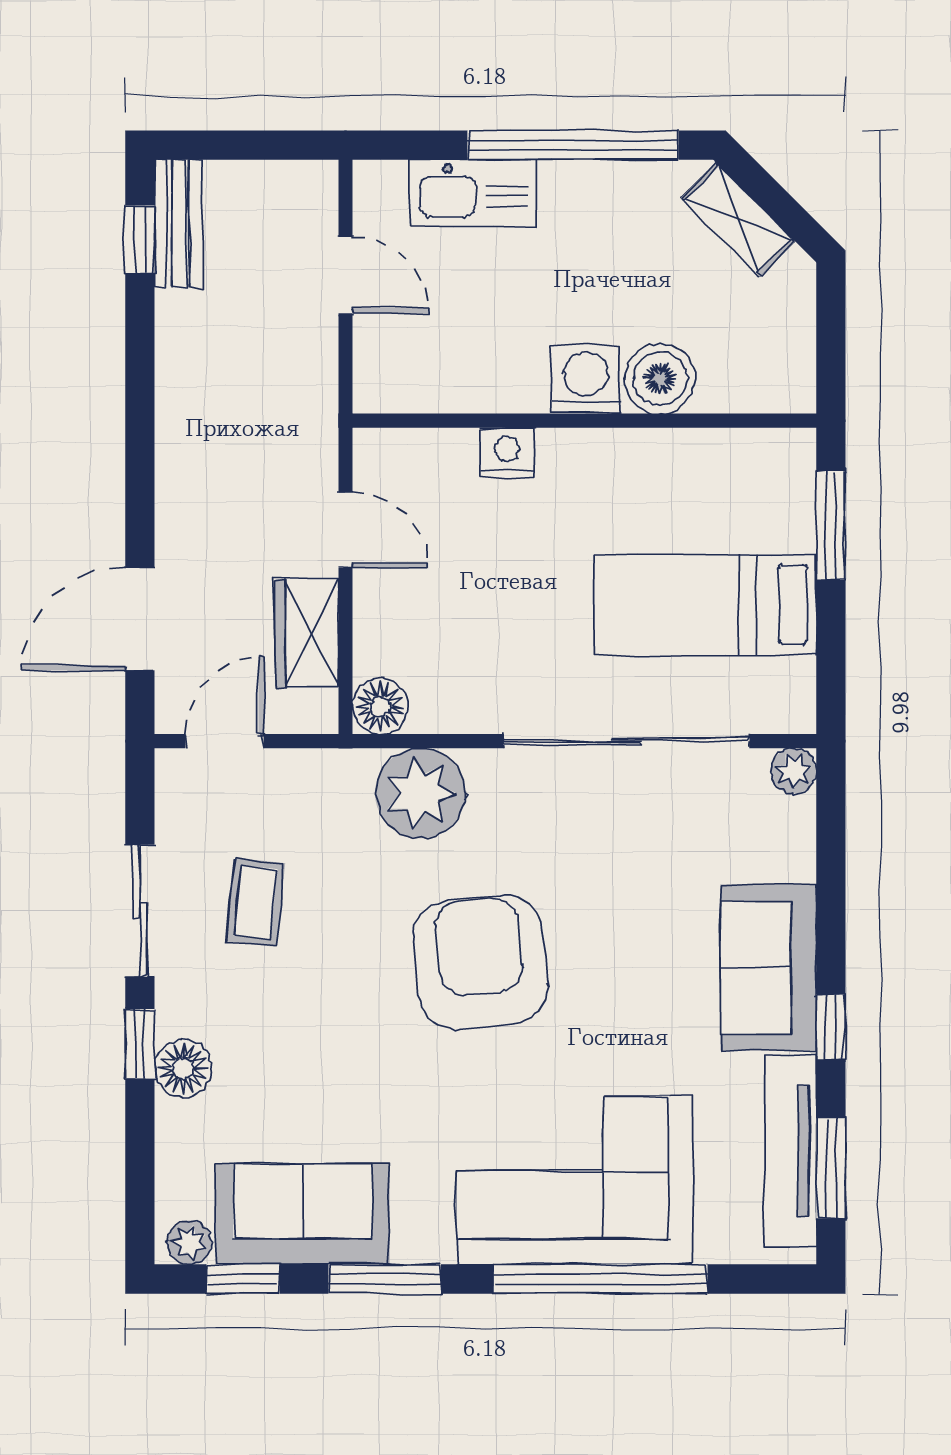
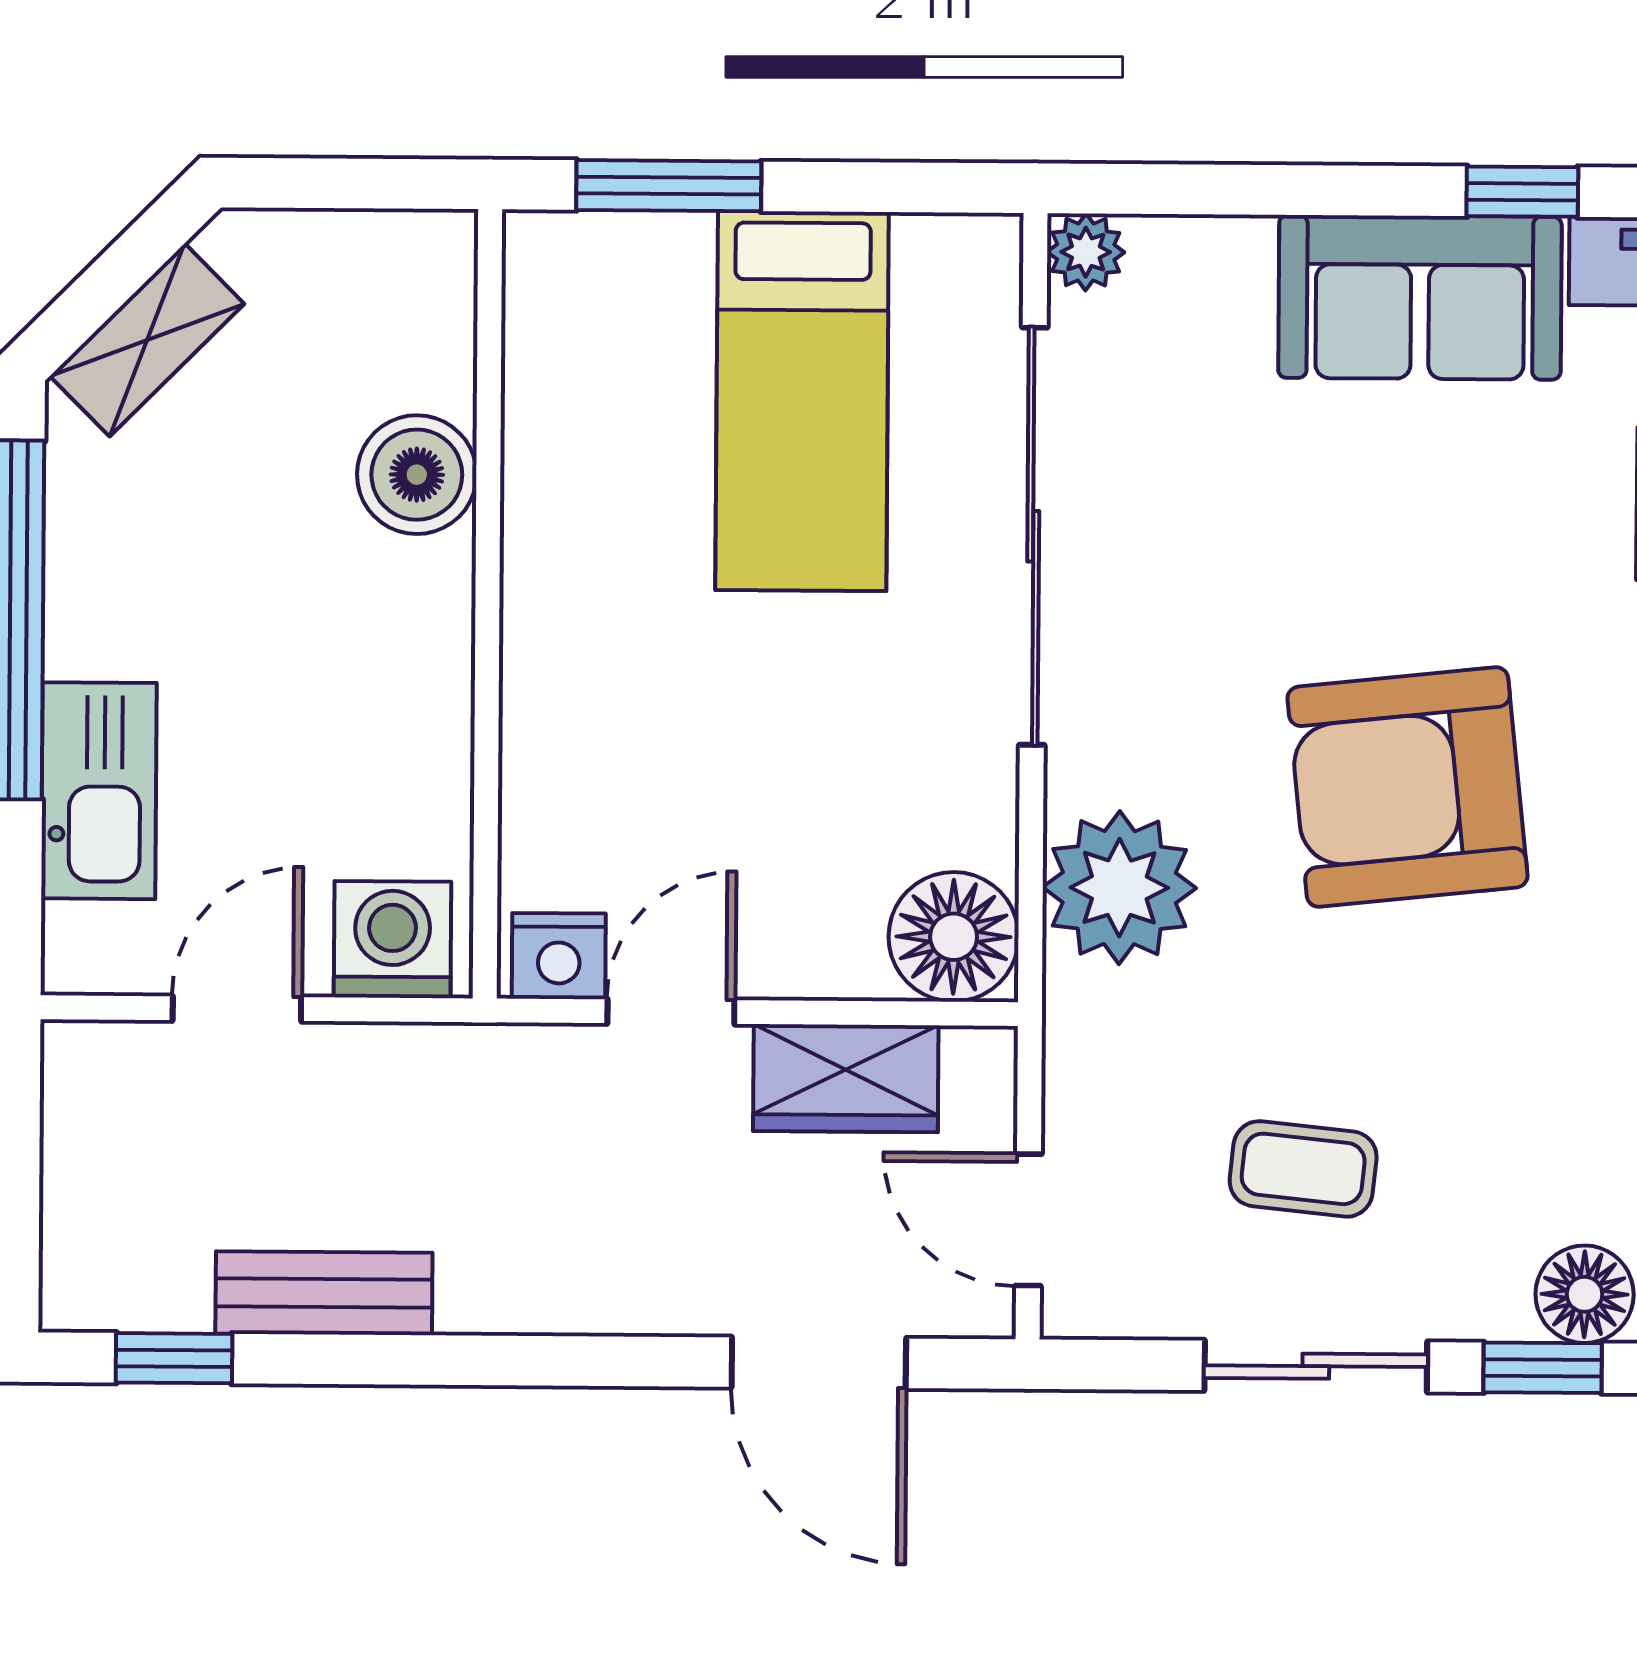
bench: (179, 223) -> (324, 1293), moved
washing machine: (586, 379) -> (392, 940), moved, turned 90
nightstand: (507, 453) -> (559, 956), moved, turned -90
floor lamp: (380, 706) -> (954, 937), width x1.38, depth x1.38

